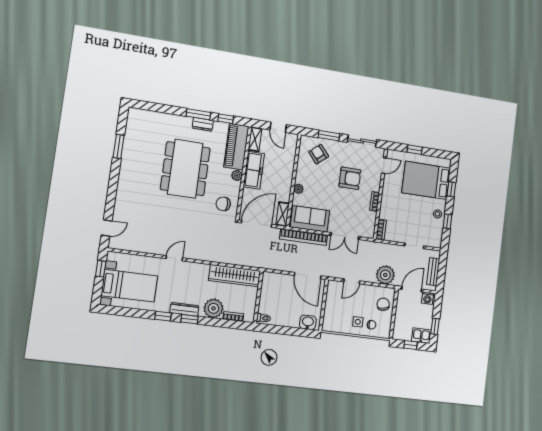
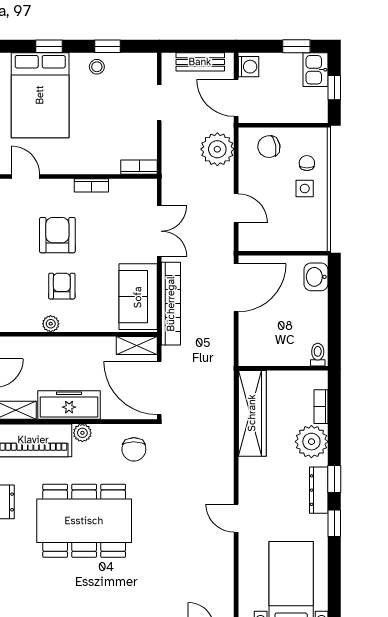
armchair: (319, 154) -> (62, 286), moved, turned 130
plant: (298, 189) -> (51, 324), moved

